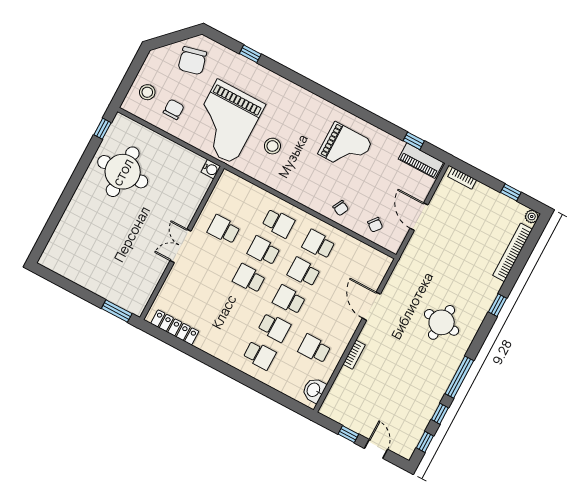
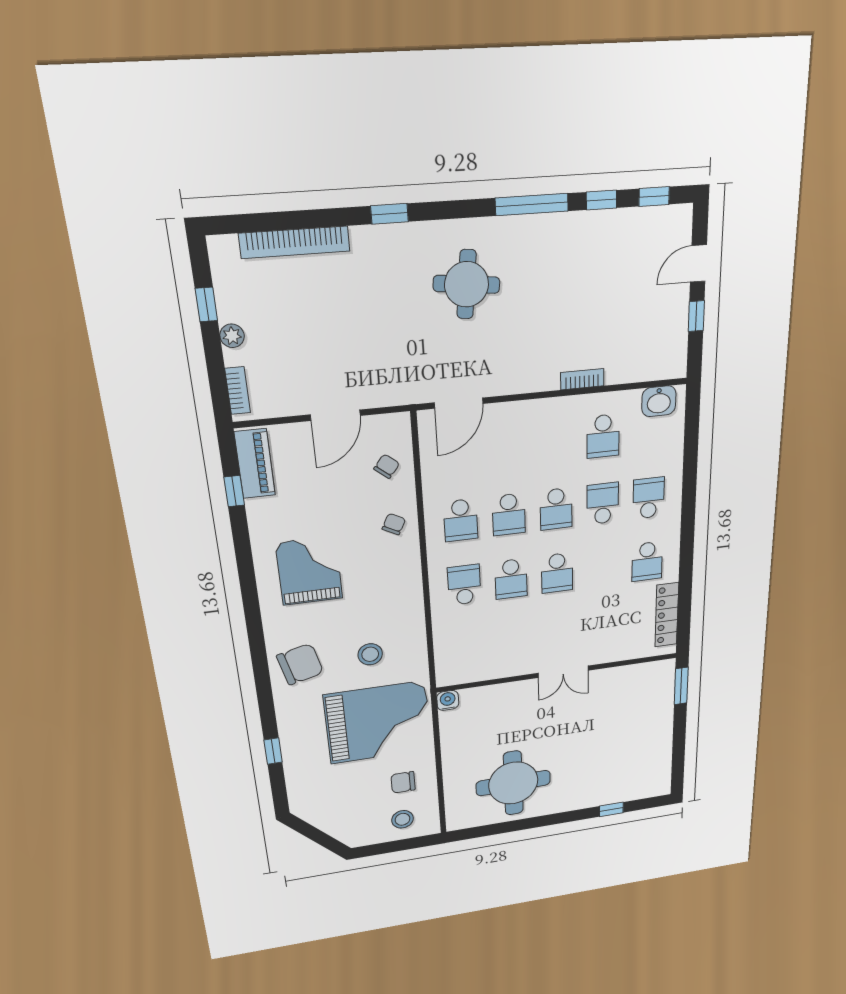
chair: (192, 61) -> (300, 664), moved
window: (103, 129) -> (611, 809), moved
plant: (532, 217) -> (232, 336), moved
school desk: (224, 229) -> (647, 561), moved
door: (371, 306) -> (459, 403), moved

